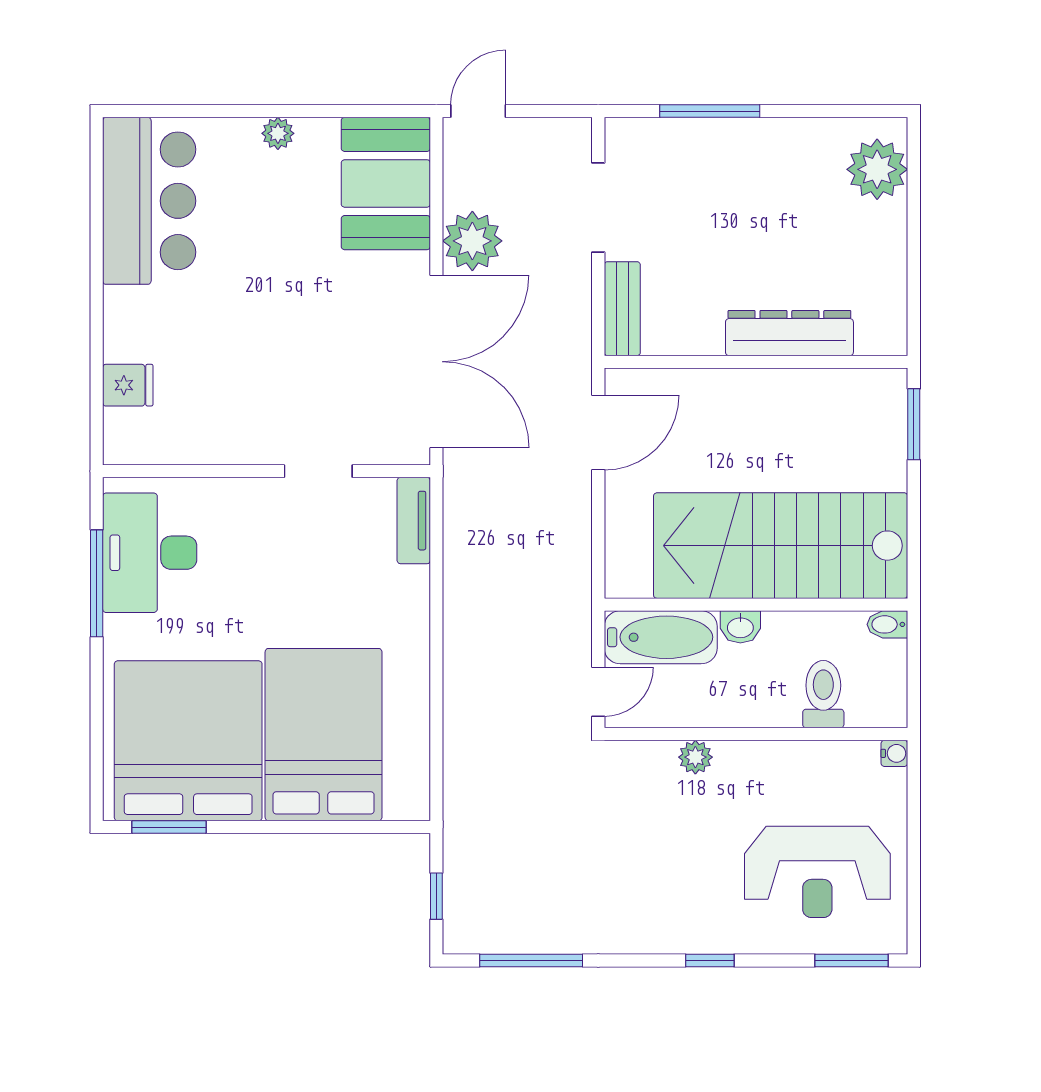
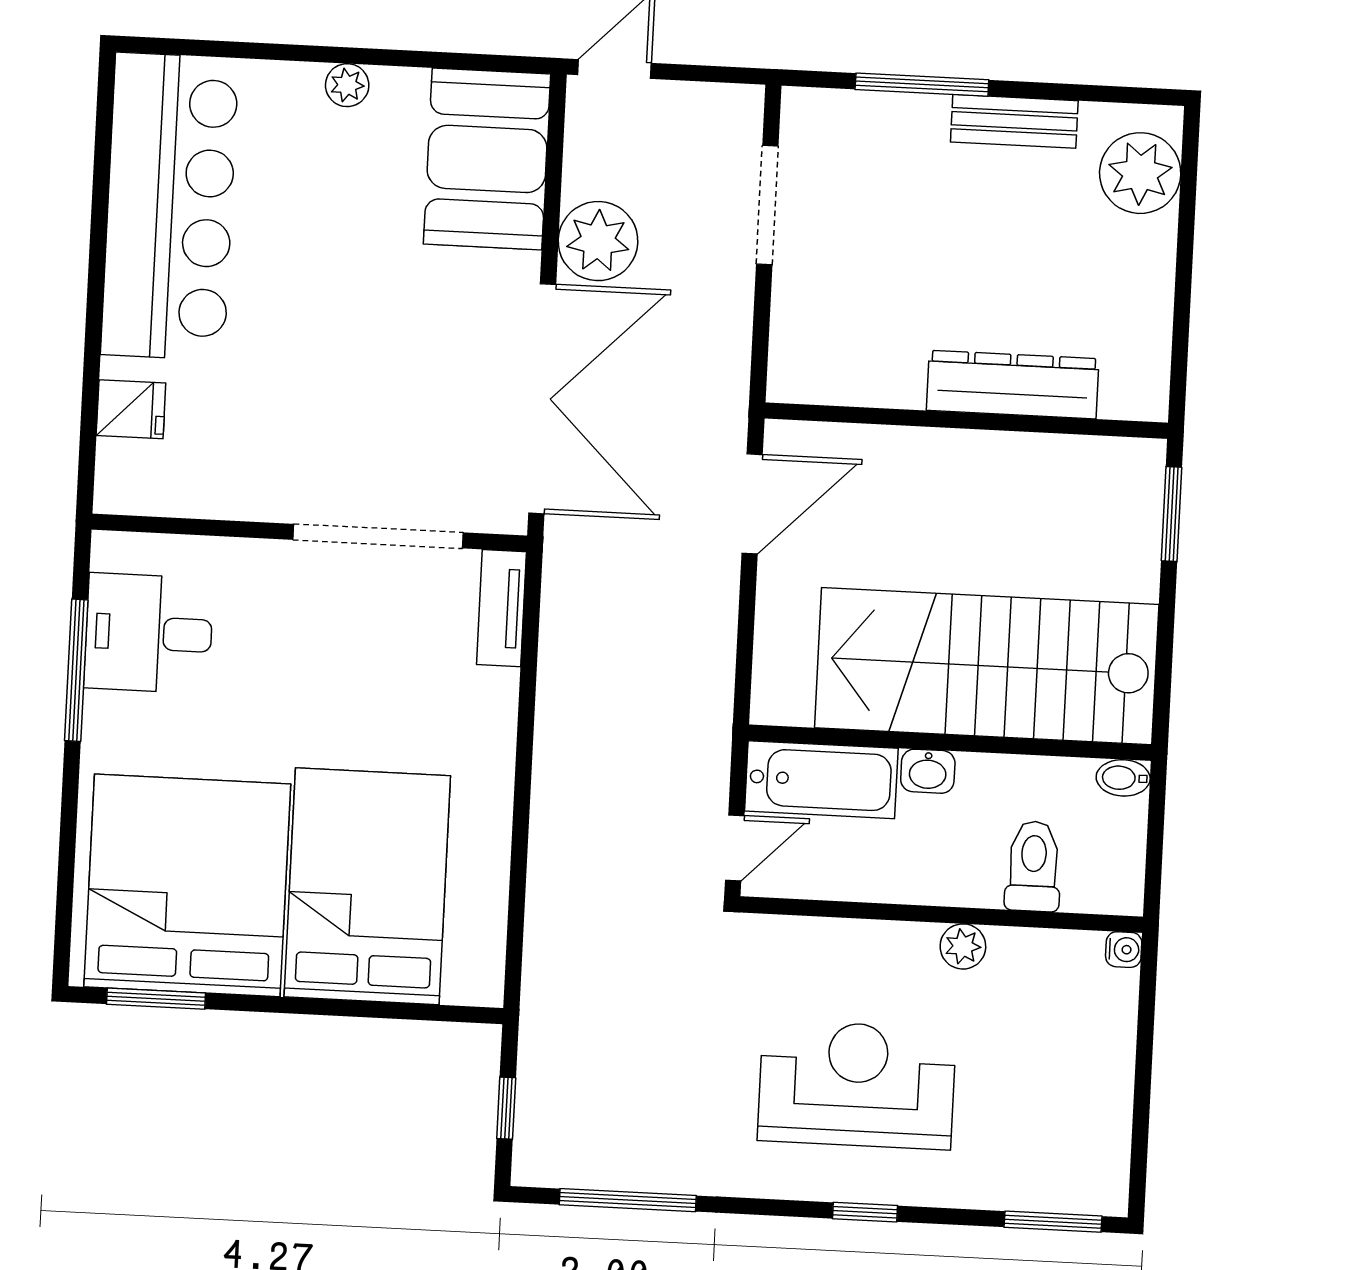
bar counter: (149, 201) -> (170, 206), width x1.36
bench: (622, 309) -> (1014, 121), moved, turned 90
doorway: (318, 471) -> (378, 536), width x1.88
desk: (150, 553) -> (149, 633), width x0.73
plant: (695, 757) -> (963, 946), moved
reception desk: (817, 872) -> (857, 1085), moved, turned 180

